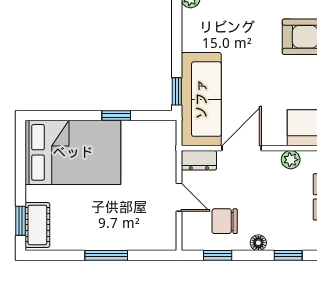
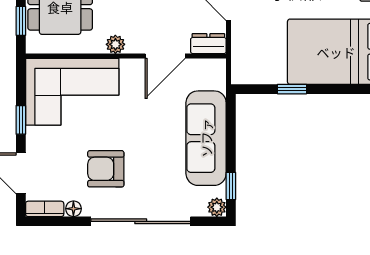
window: (177, 91) -> (231, 186), moved
sofa: (201, 99) -> (206, 138), moved

